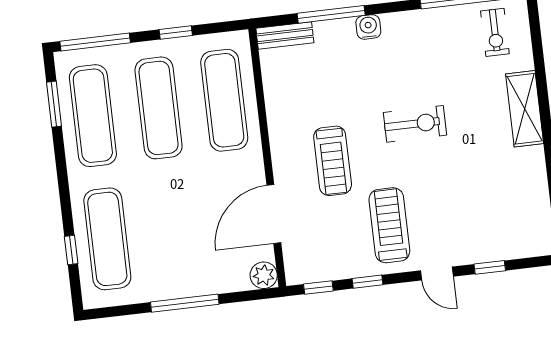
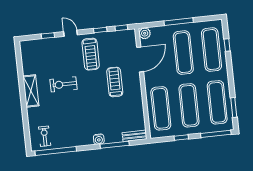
shelving: (525, 109) -> (31, 91), moved
exercise bike: (415, 124) -> (64, 84), moved
exercise mat: (173, 231) -> (183, 53), added

